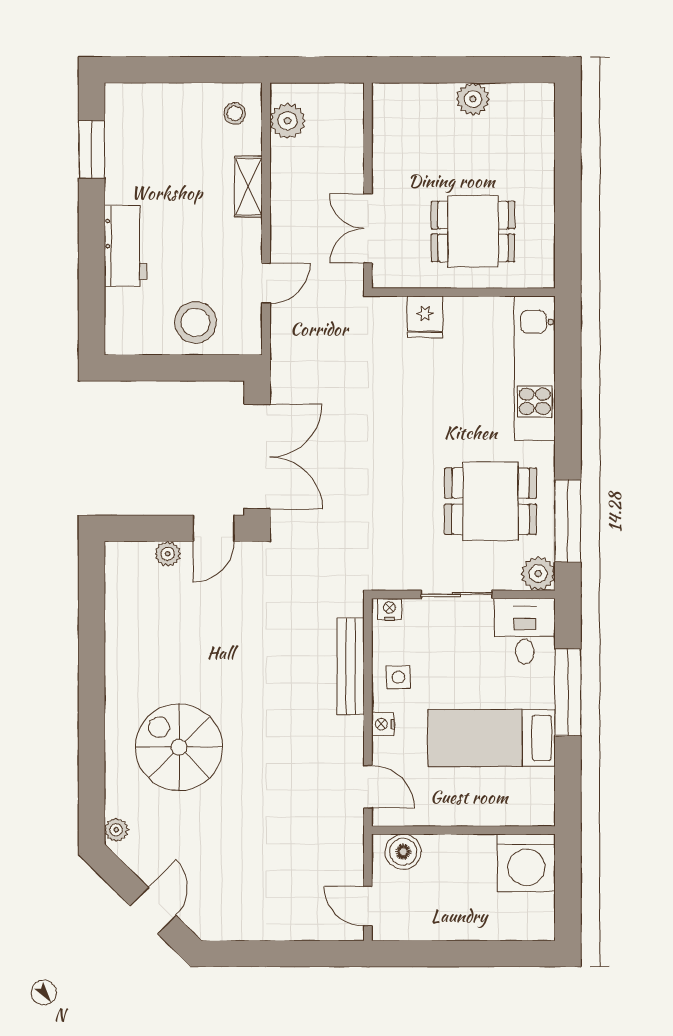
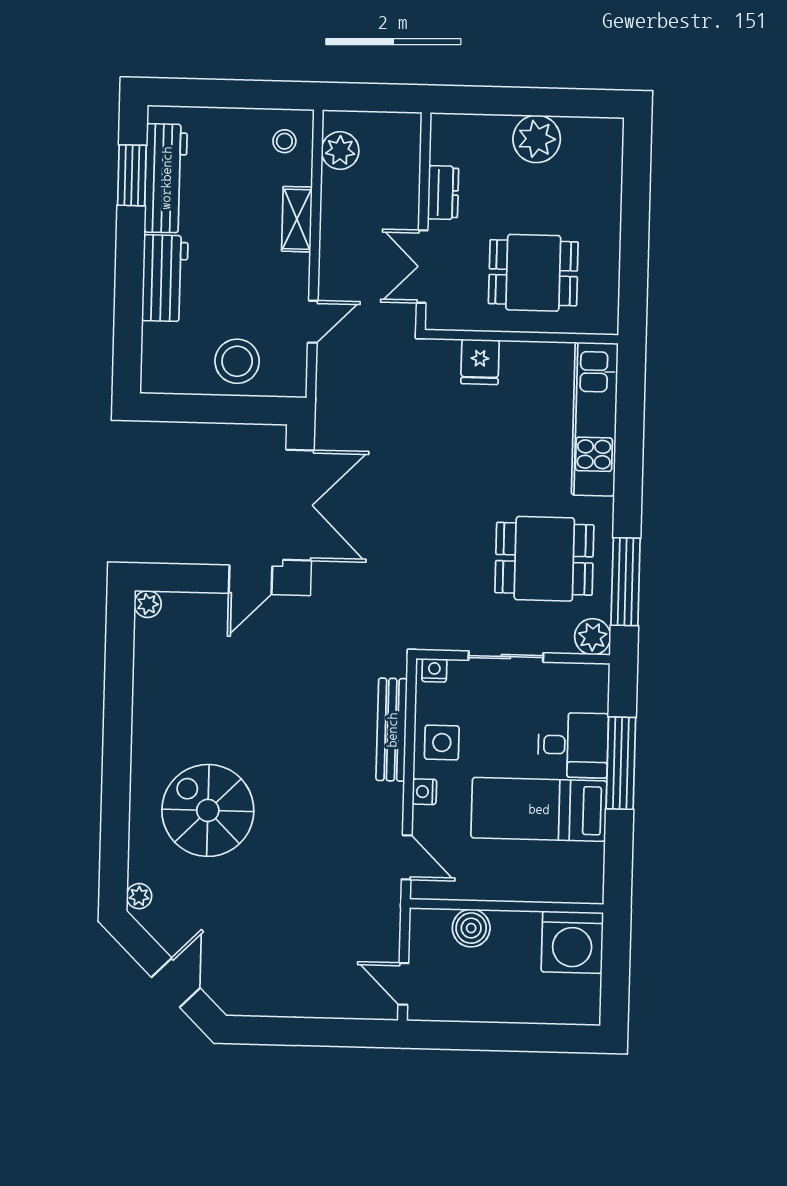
plant: (473, 99) -> (537, 139), width x1.36, depth x1.36
workbench: (124, 151) -> (166, 178), added
dresser: (386, 158) -> (443, 193), added
plant: (168, 554) -> (148, 604), moved
desk: (525, 631) -> (573, 745), moved, turned 90
side table: (398, 677) -> (442, 742), width x1.37, depth x1.37
boiler: (403, 852) -> (471, 928), moved

